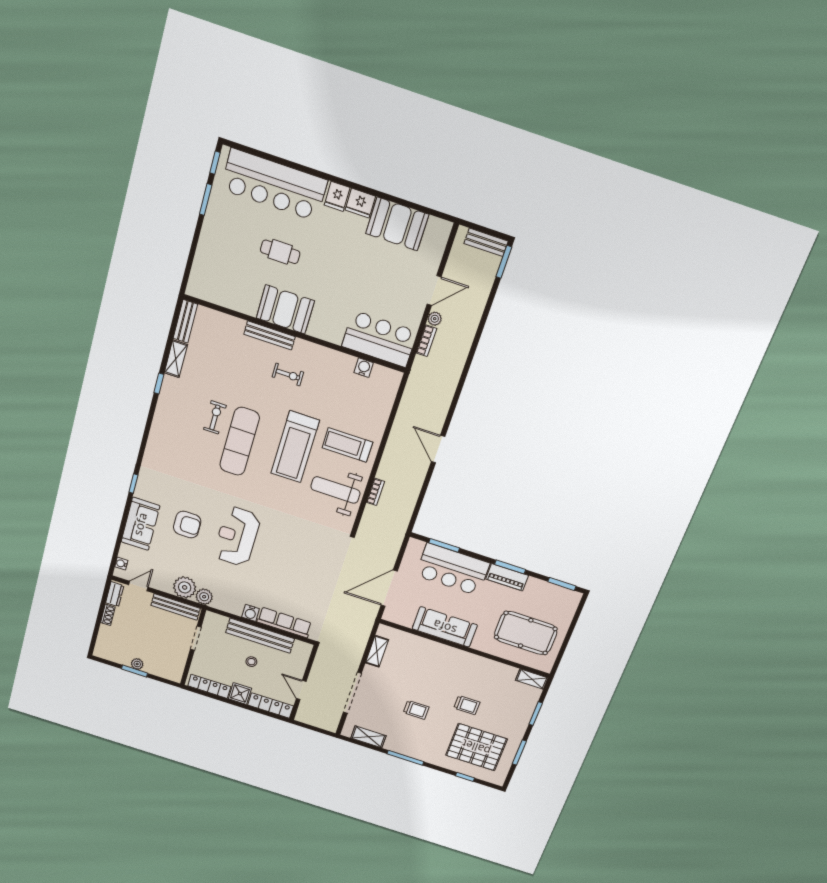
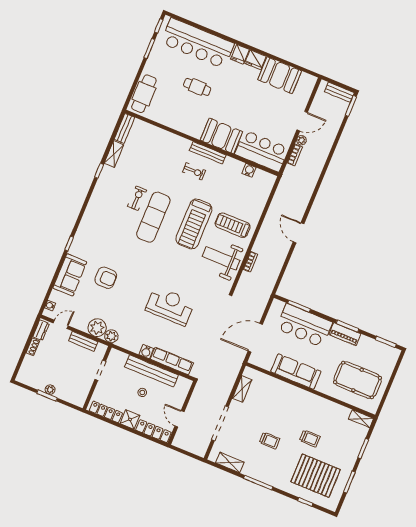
cafe table: (206, 268) -> (144, 94), added
booth: (285, 309) -> (221, 136), moved
bench: (270, 335) -> (208, 153), moved
reception desk: (237, 536) -> (170, 306), moved, turned 90
bench: (176, 607) -> (83, 341), width x0.73

